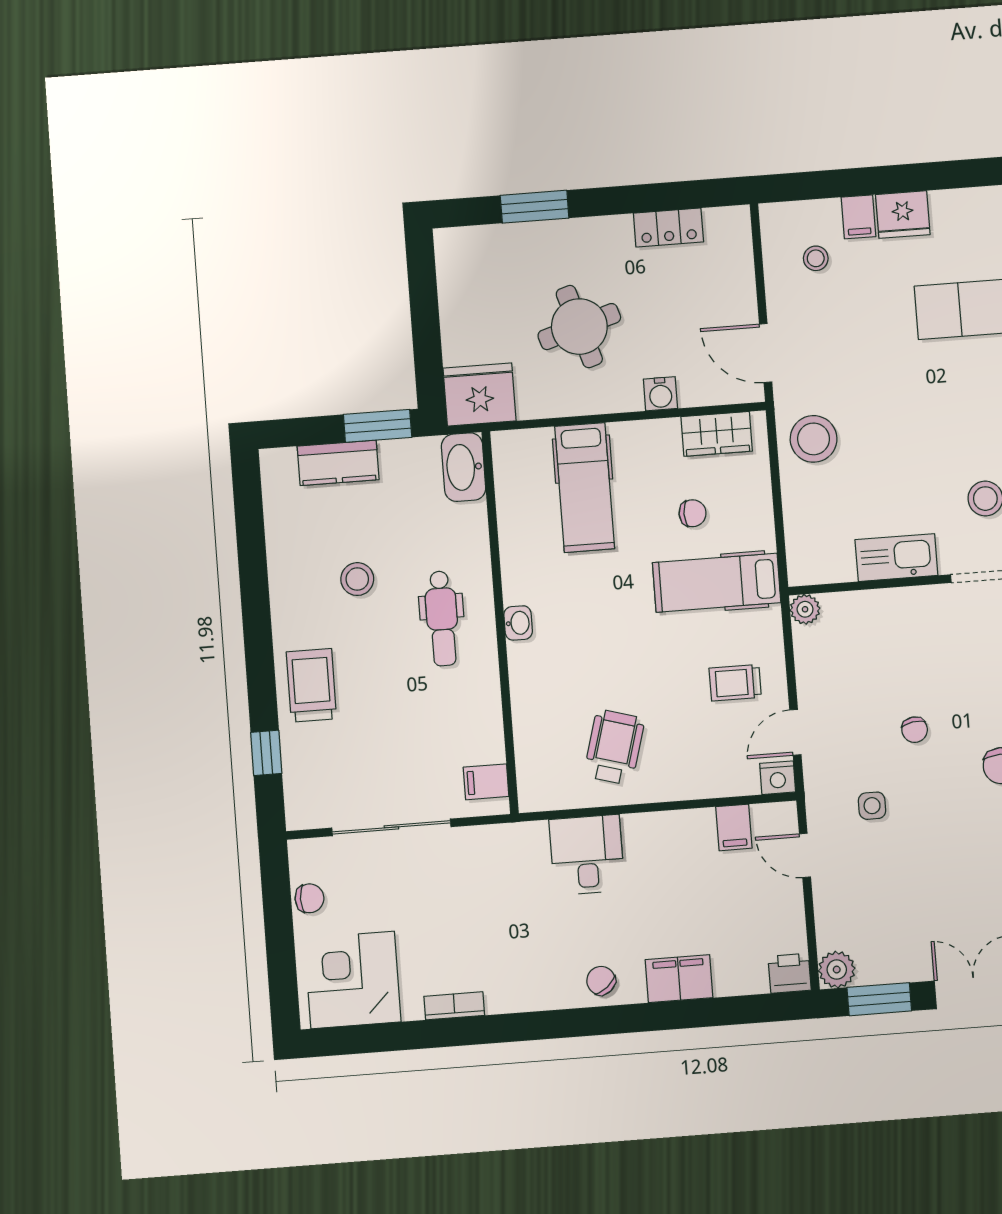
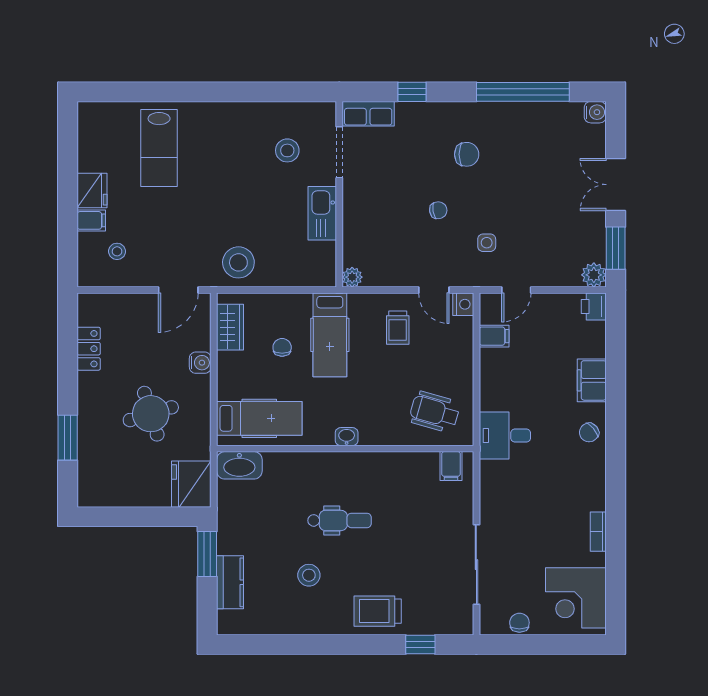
washbasin: (464, 467) -> (239, 465), moved
wall: (500, 622) -> (345, 449), moved
washbasin: (518, 623) -> (347, 437), moved
filing cabinet: (486, 782) -> (451, 466), moved

